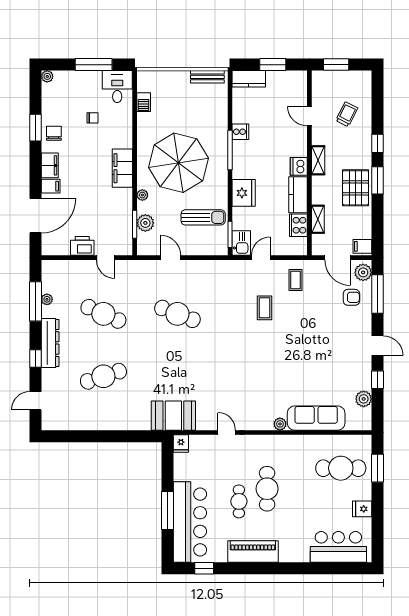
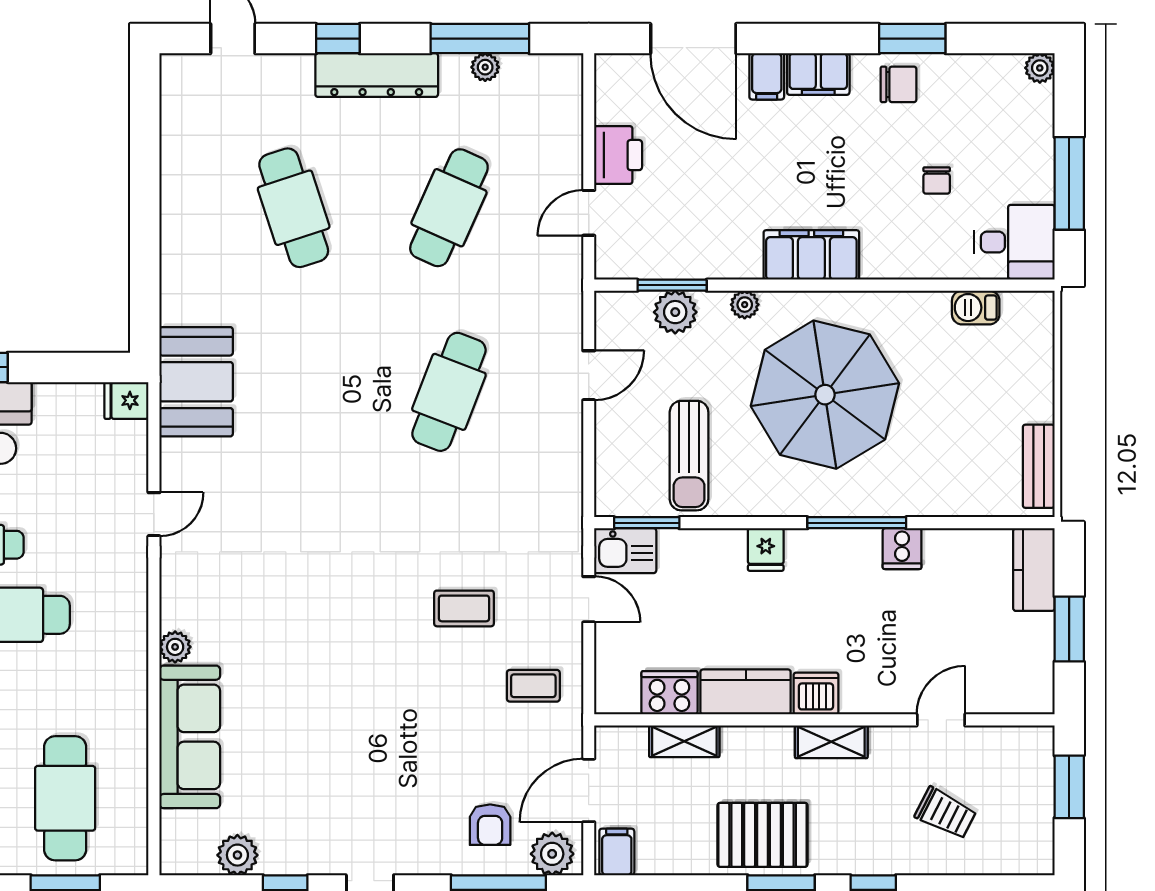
fridge: (244, 193) -> (766, 549), width x0.53, depth x0.75

